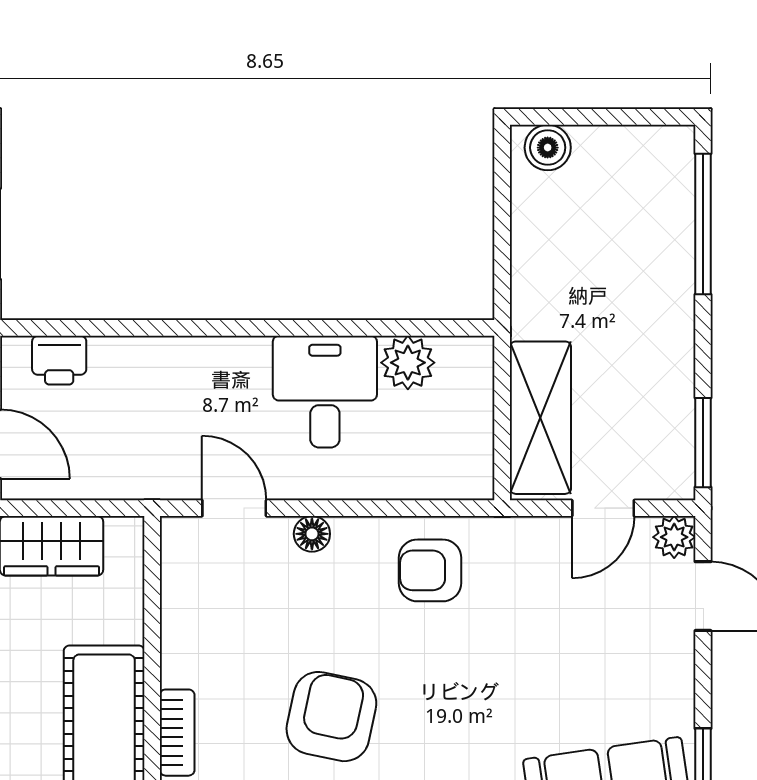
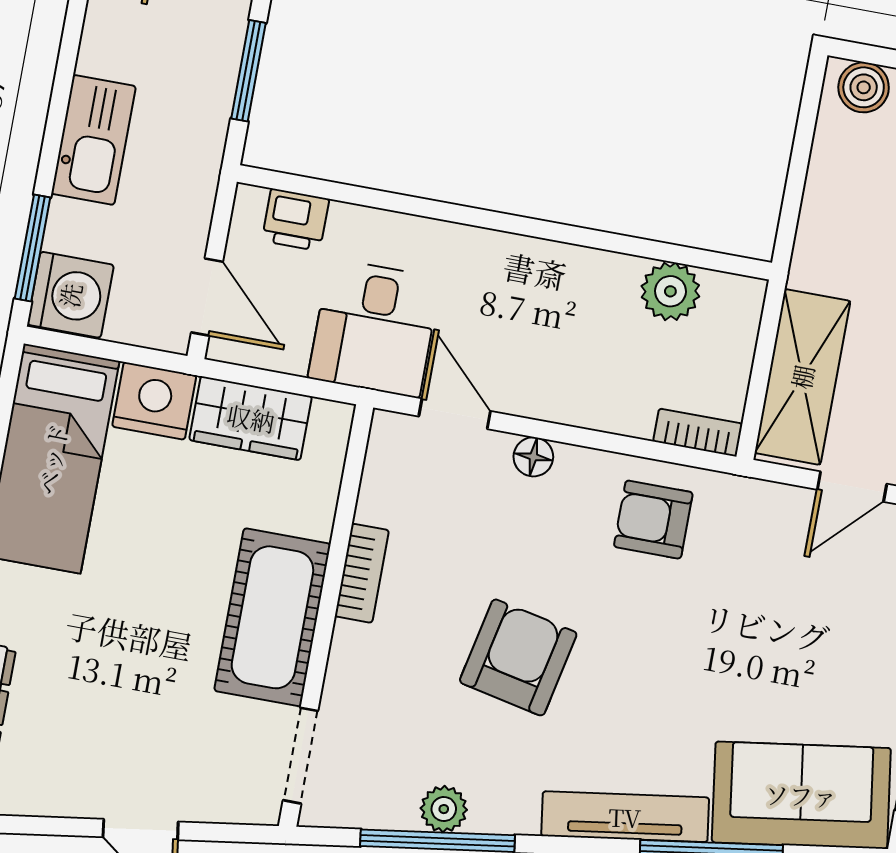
desk: (325, 392) -> (374, 328), moved, turned 180
bookcase: (456, 485) -> (698, 433), added
bookcase: (177, 733) -> (362, 573), moved

